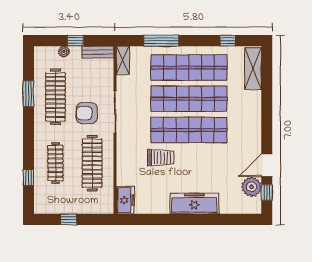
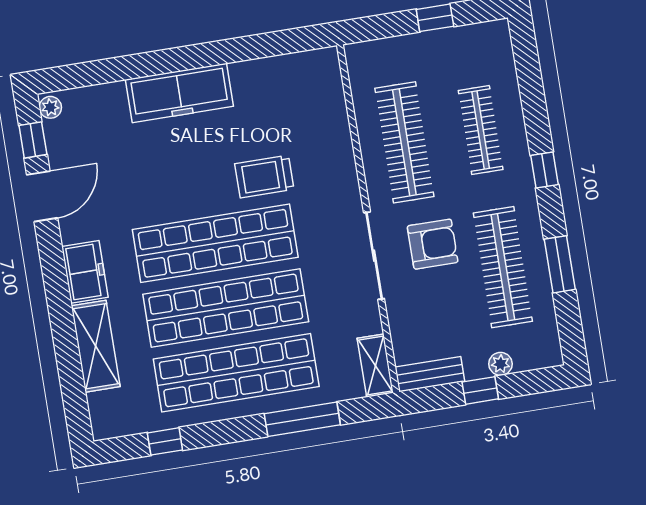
shelving: (253, 69) -> (96, 346), moved
window: (28, 178) -> (544, 170), moved
plant: (252, 187) -> (50, 107), moved, width x0.53, depth x0.53
freezer: (125, 200) -> (85, 272), moved, turned 180

